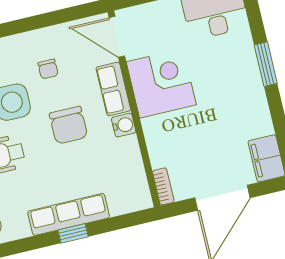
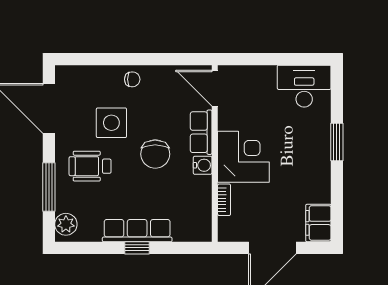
chair: (48, 69) -> (132, 79), moved, turned -90
corner desk: (161, 83) -> (243, 157), moved
bookcase: (163, 186) -> (224, 200), moved

